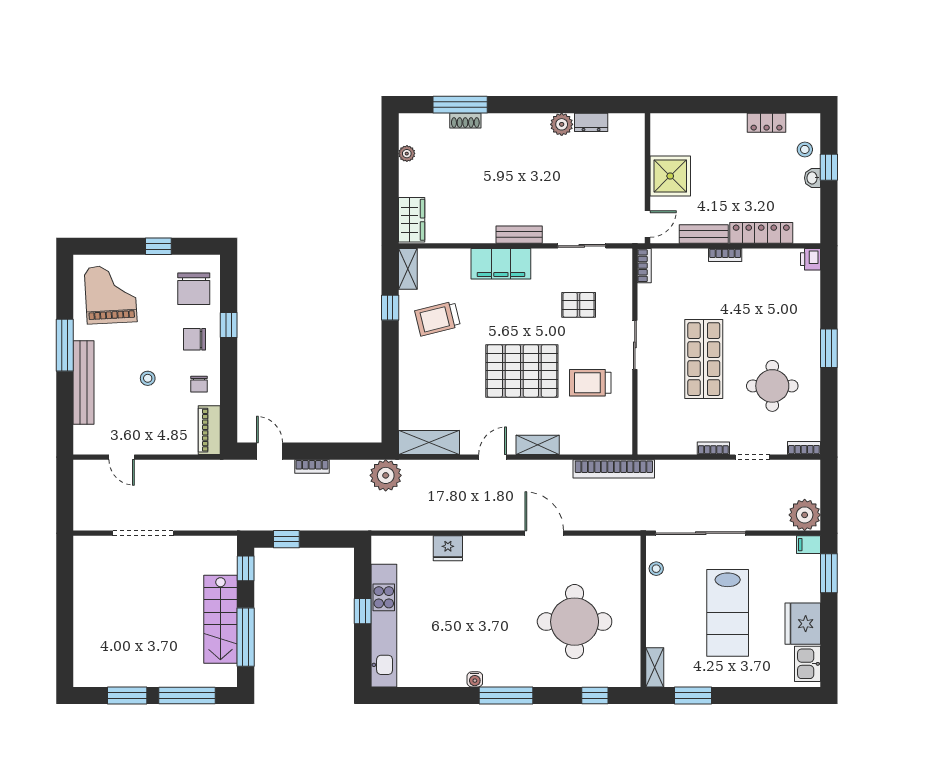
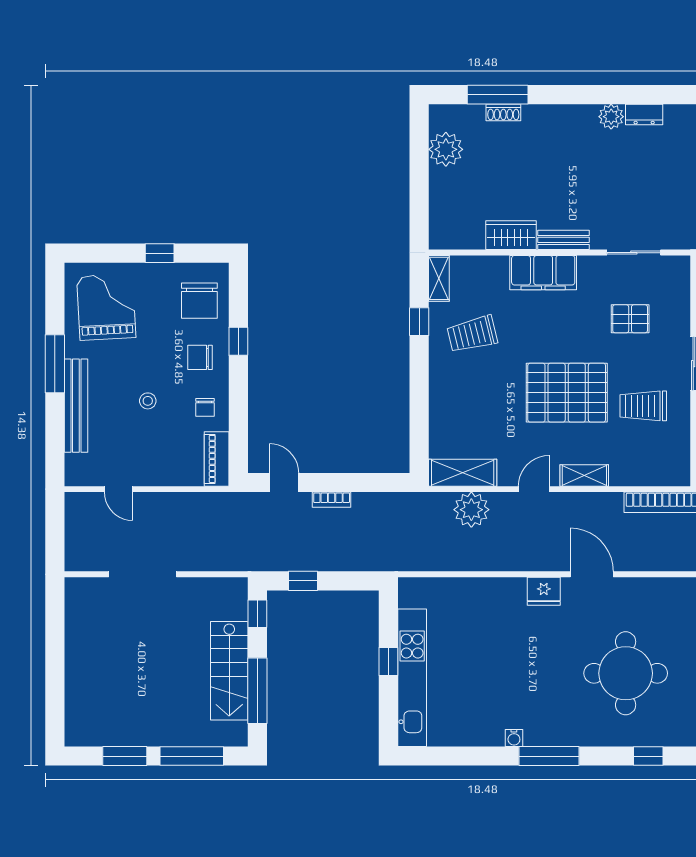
plant: (407, 154) -> (446, 149), width x1.88, depth x1.88
wardrobe: (412, 220) -> (511, 235), moved, turned -90
plant: (386, 475) -> (471, 510), moved
fridge: (448, 548) -> (544, 591), moved

